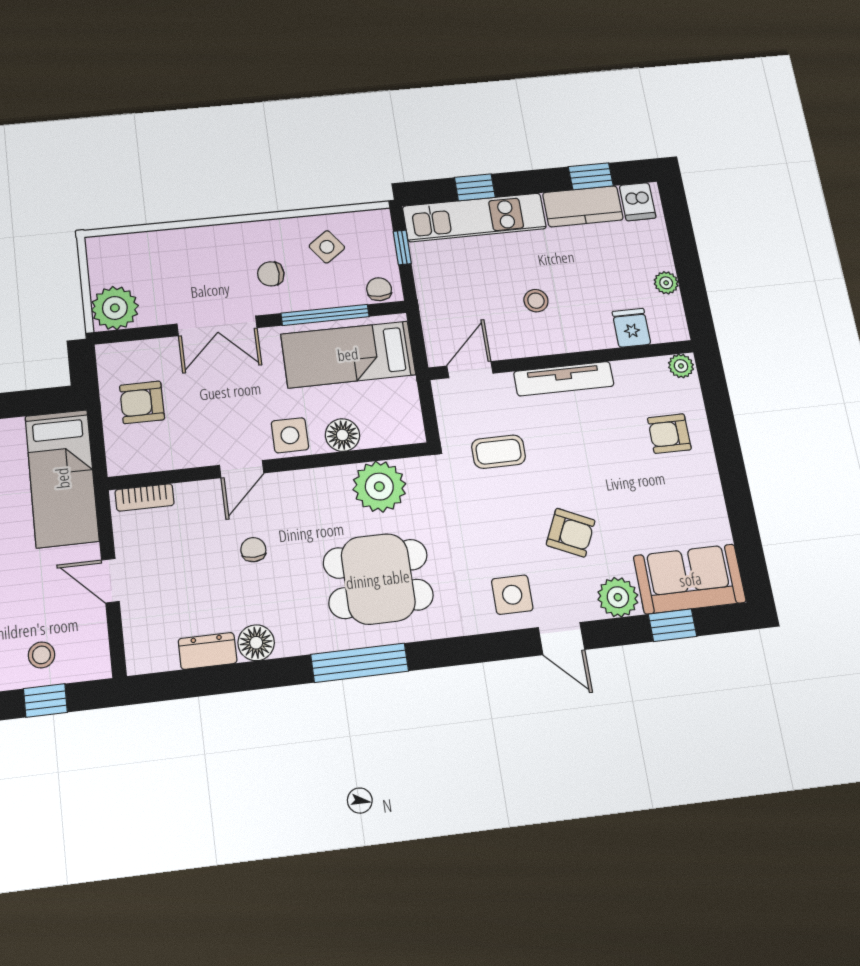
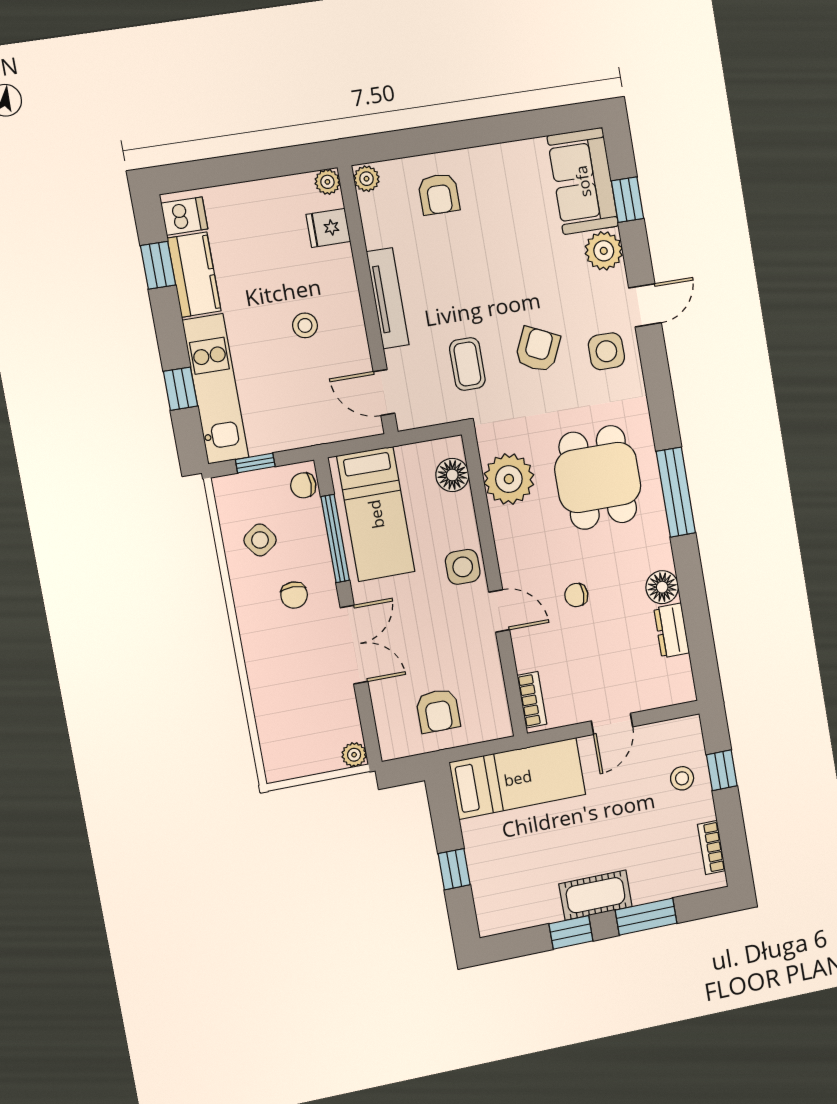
plant: (666, 283) -> (327, 182), moved
plant: (115, 308) -> (354, 755), width x0.53, depth x0.53
floor lamp: (342, 435) -> (452, 475), moved
armchair: (571, 533) -> (538, 349), moved

